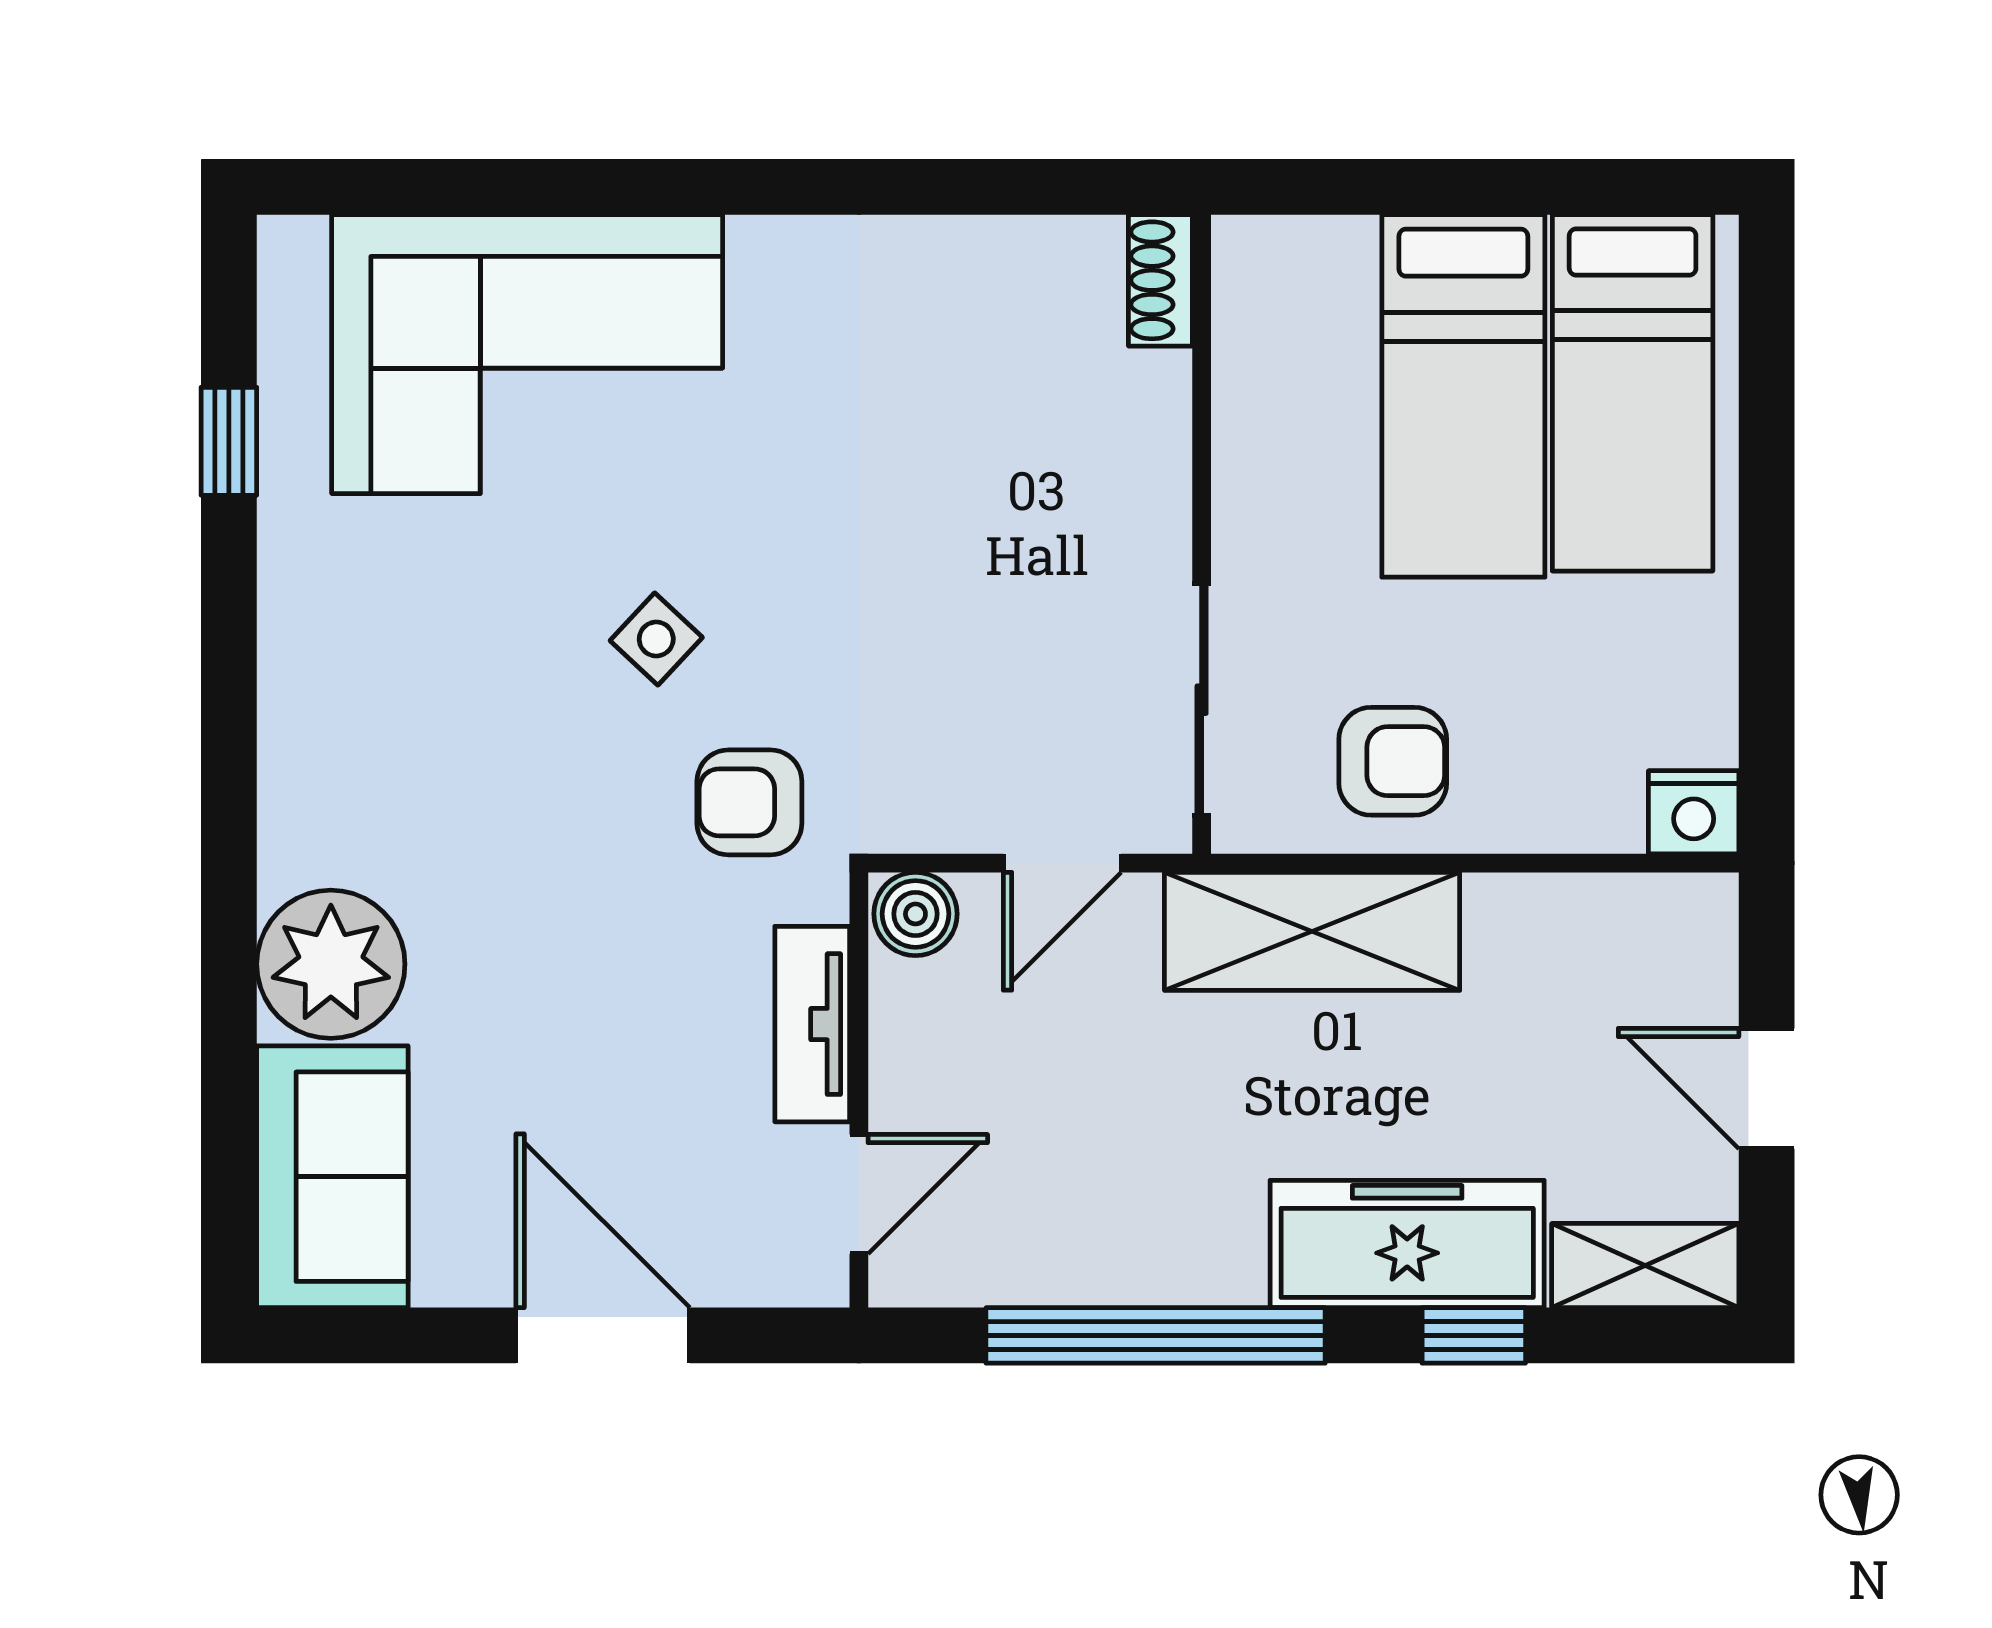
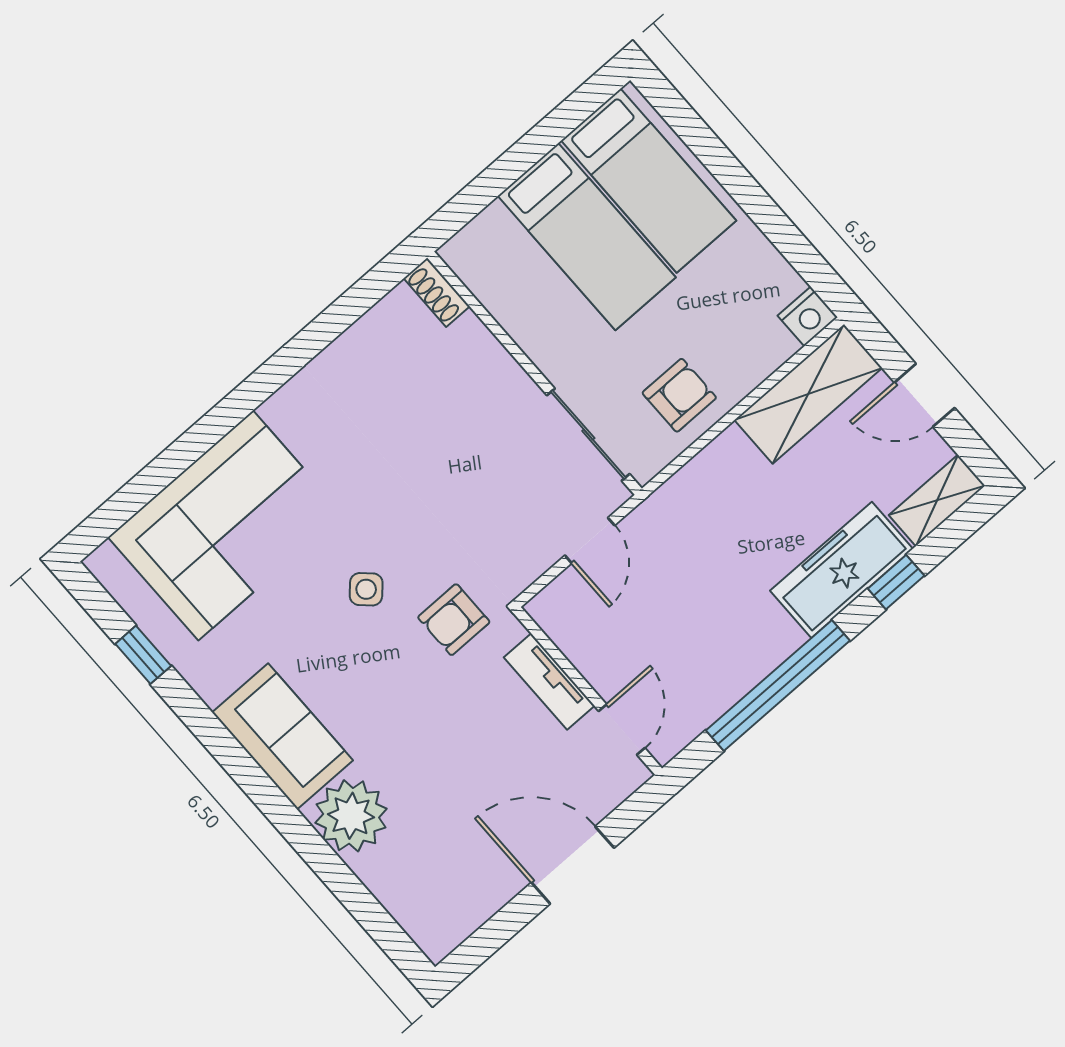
boiler: (915, 914) -> (552, 607), removed
shelving: (1312, 931) -> (808, 394), moved
sofa: (332, 1177) -> (283, 736), moved

